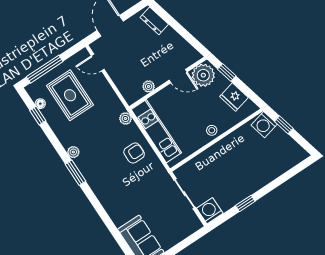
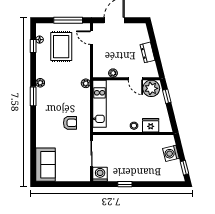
dresser: (154, 21) -> (147, 52), moved
window: (45, 69) -> (68, 20), moved
fridge: (234, 97) -> (151, 125), moved, turned 104
washing machine: (264, 125) -> (171, 153), moved
window: (284, 125) -> (184, 168), moved
armchair: (134, 153) -> (70, 123), moved

